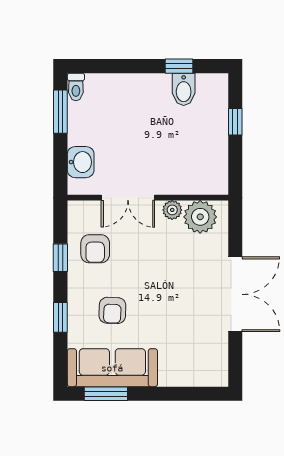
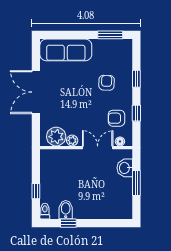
toilet: (76, 87) -> (45, 211), moved
window: (60, 112) -> (136, 183), moved
floor lamp: (89, 208) -> (120, 141), added
armchair: (95, 249) -> (116, 118), turned -90
sofa: (112, 368) -> (66, 50), moved

